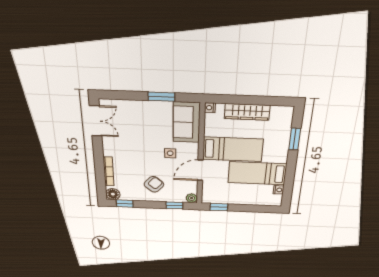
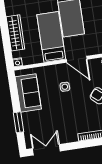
window: (161, 97) -> (18, 122), moved
sofa: (187, 122) -> (28, 93), moved, turned -90

